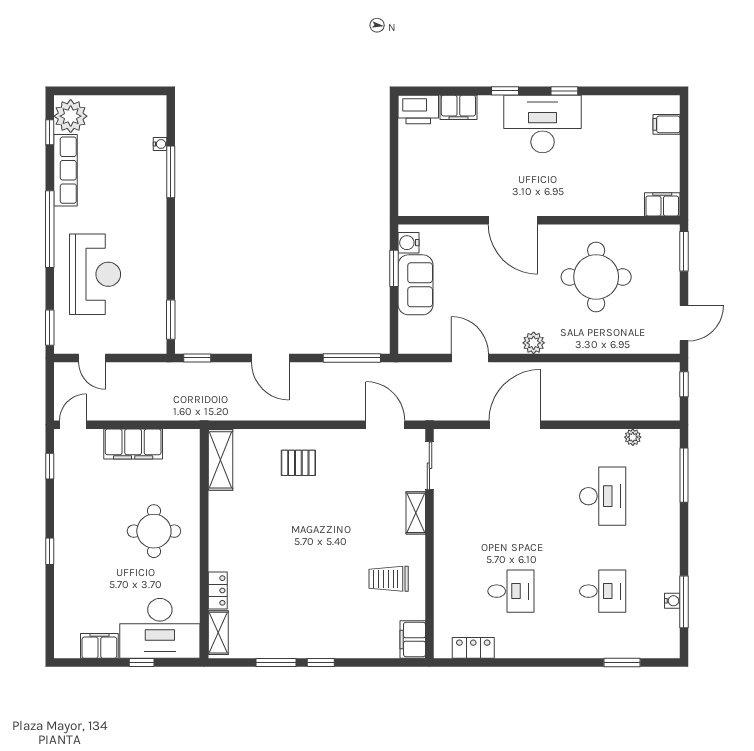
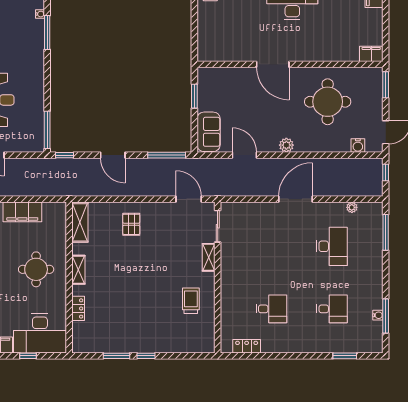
water cooler: (409, 243) -> (358, 146), moved, turned -90
sofa: (416, 285) -> (209, 132), moved
window: (171, 320) -> (47, 130), width x1.44
door: (515, 425) -> (296, 199), moved
pallet: (298, 463) -> (131, 224), turned 90
trolley: (389, 579) -> (191, 301), turned 90
shelving: (218, 633) -> (78, 270), moved
filing cabinet: (413, 639) -> (207, 341), removed

